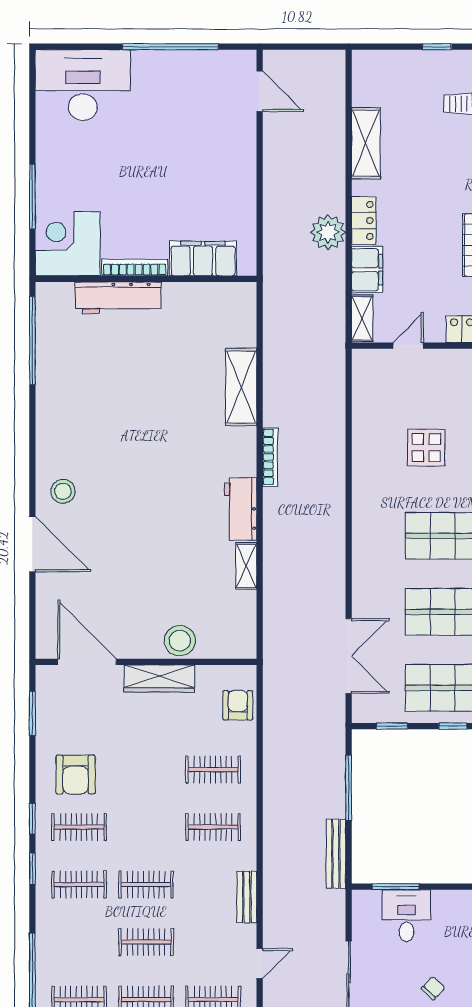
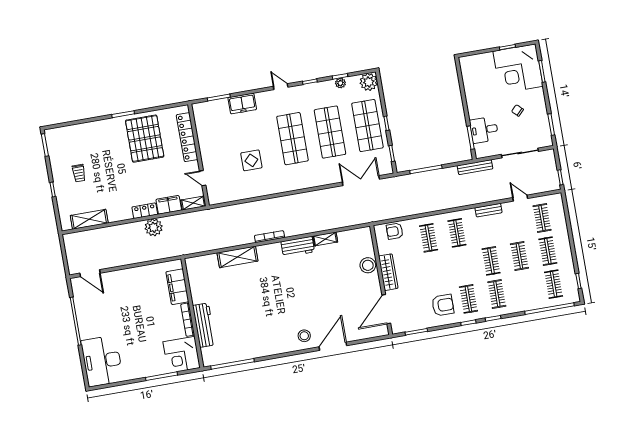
door: (260, 91) -> (90, 273), swing flipped
shelving: (366, 143) -> (89, 219), moved
bench: (336, 854) -> (475, 167), moved

